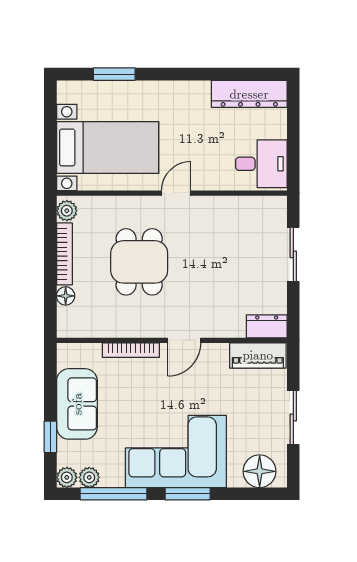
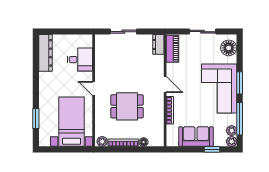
desk: (261, 164) -> (80, 60), moved, turned 90

